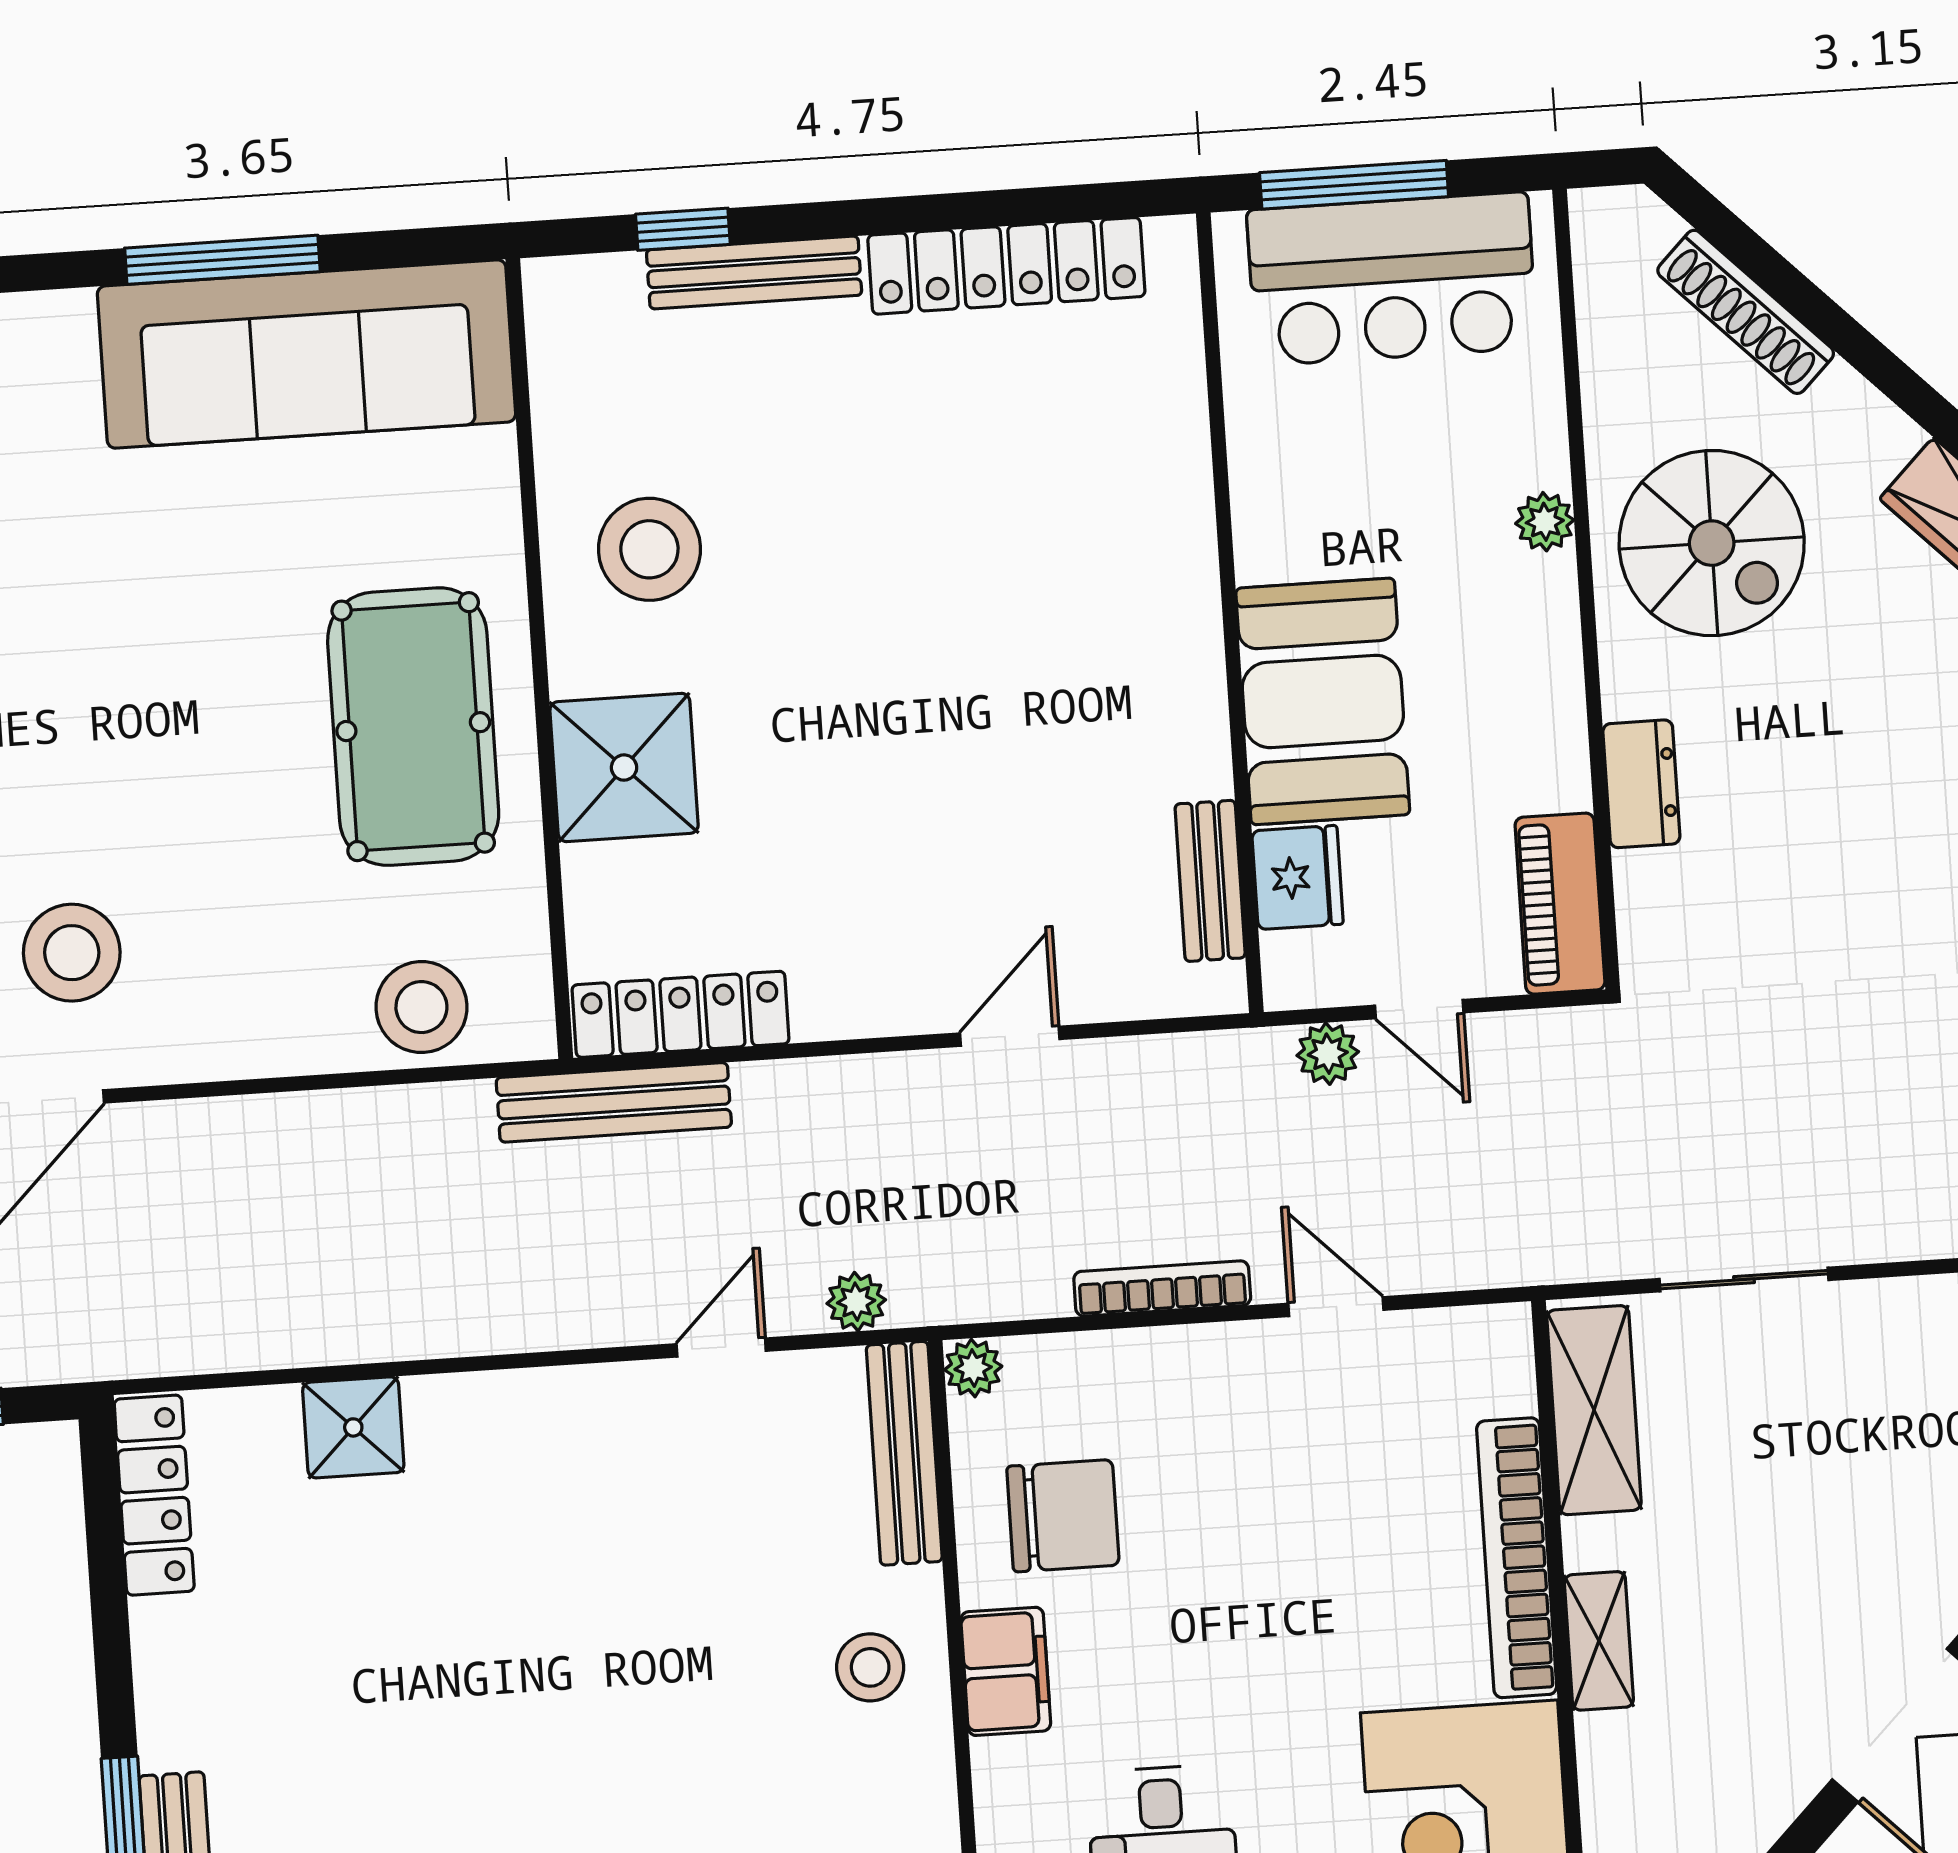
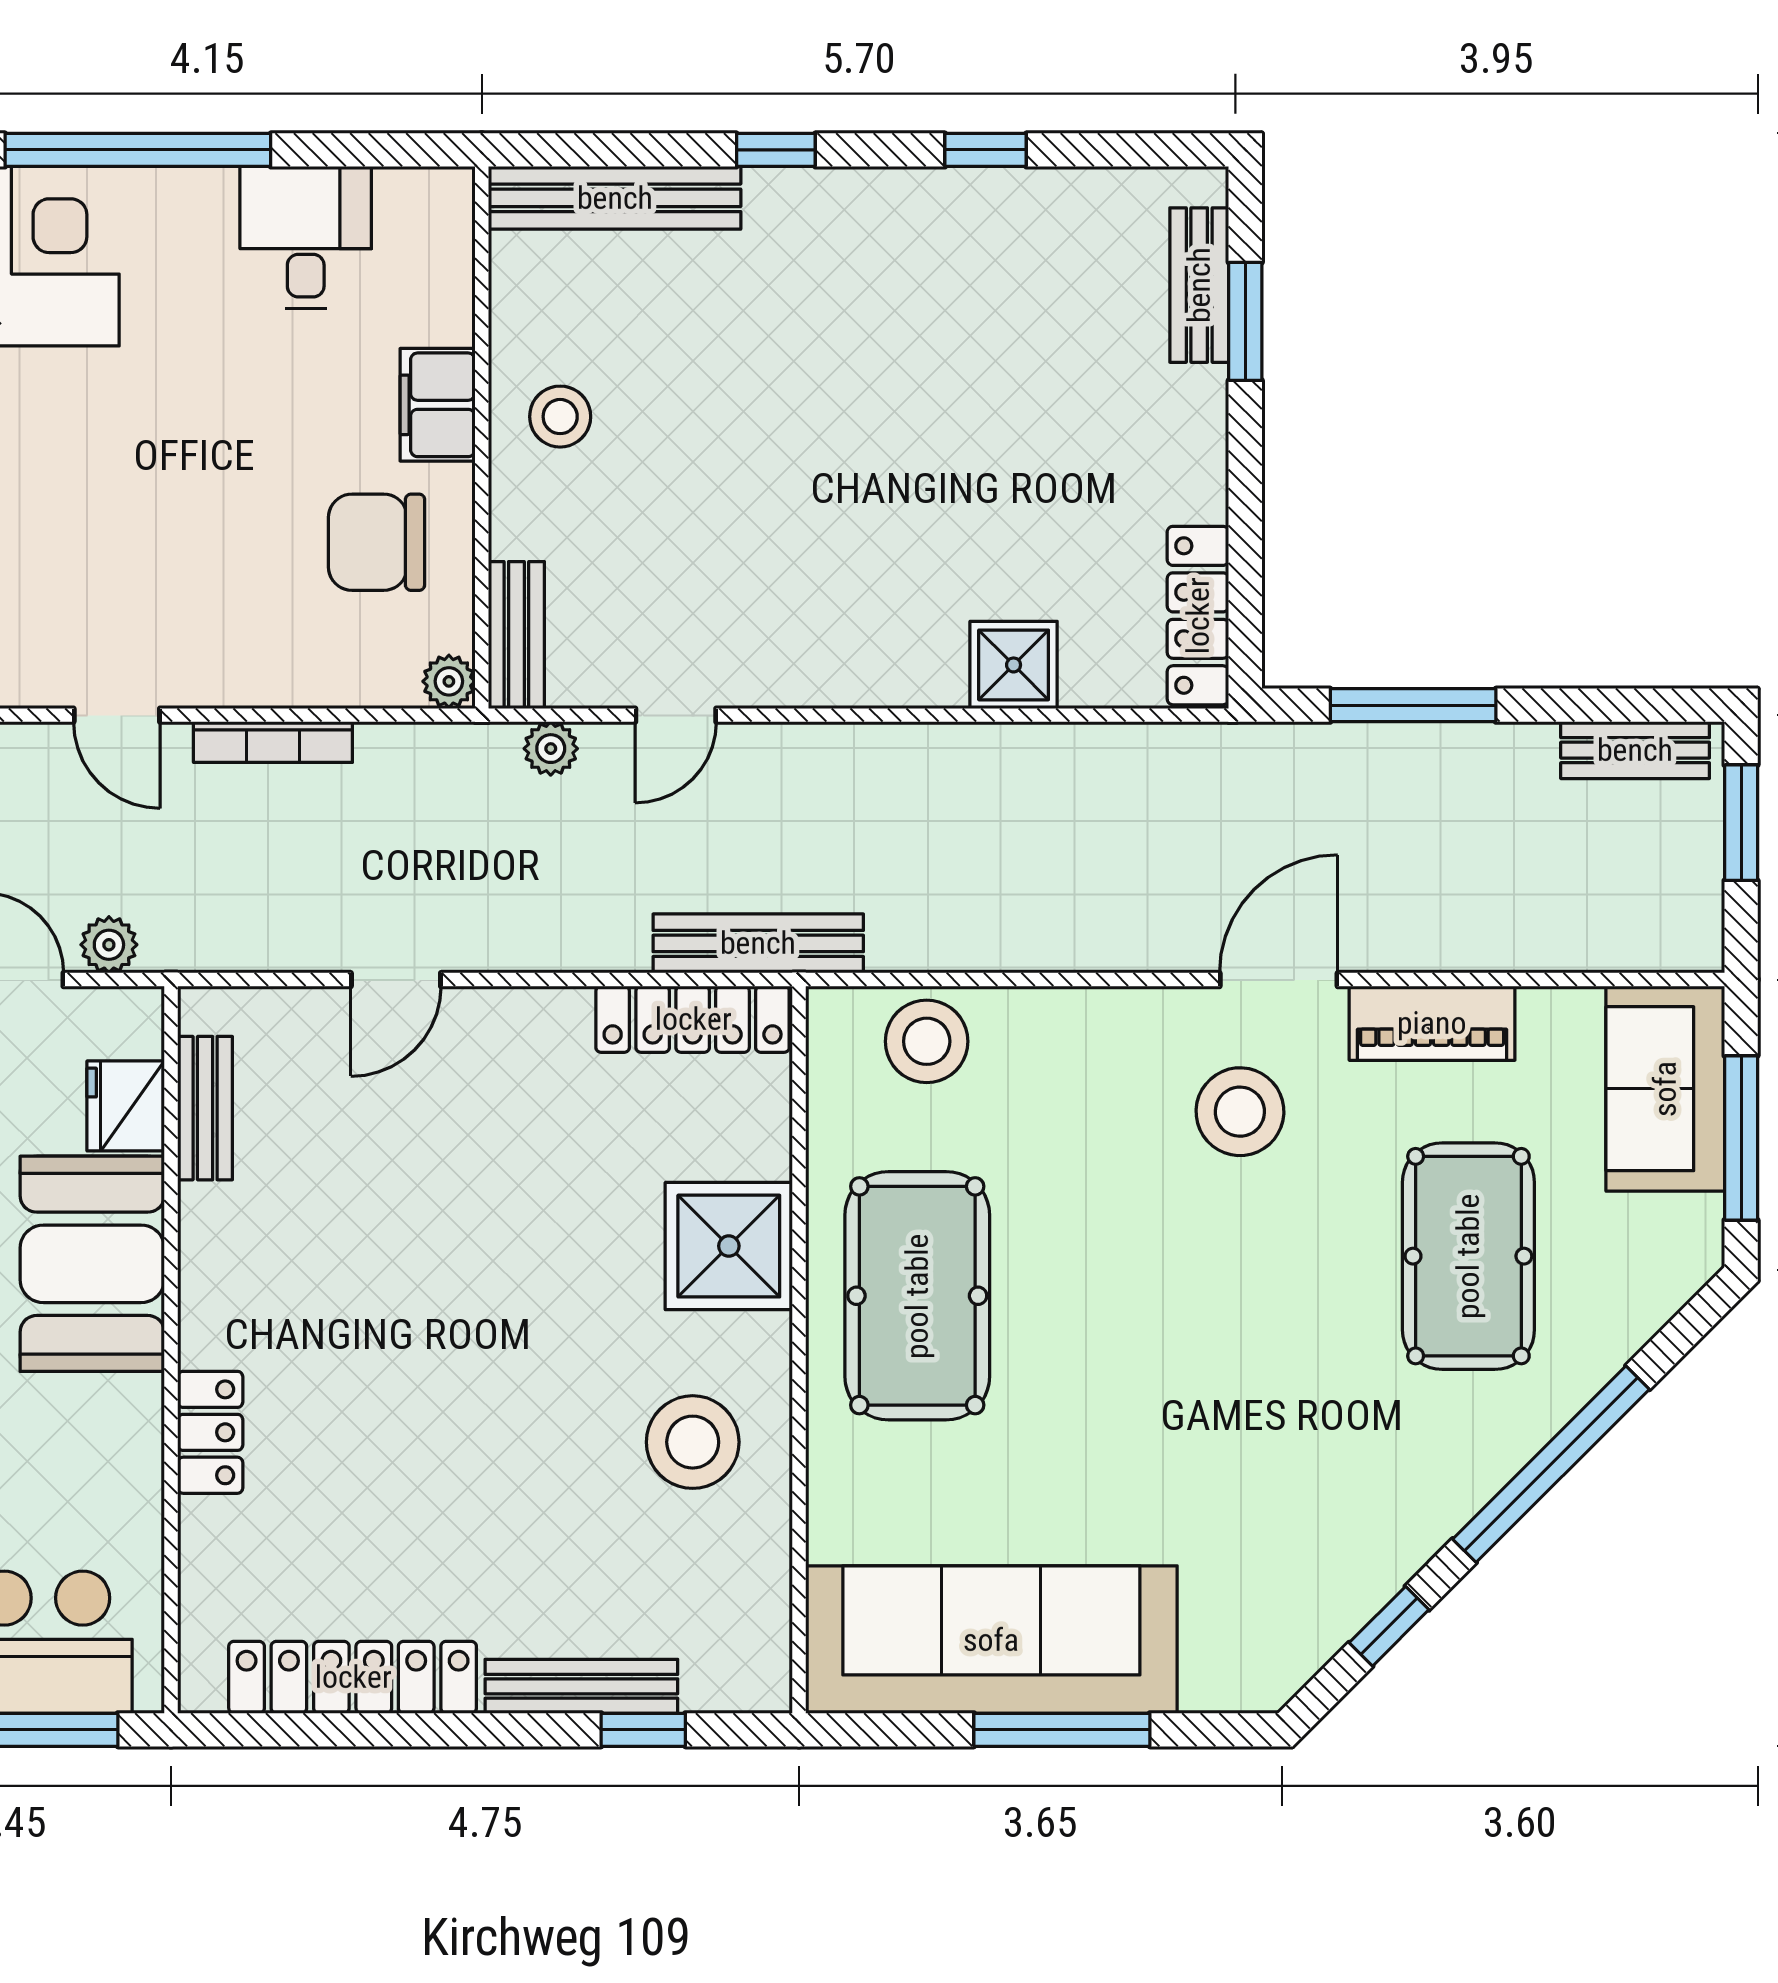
locker: (1181, 525) -> (210, 1432), added
bench: (904, 1453) -> (516, 635), width x0.73

